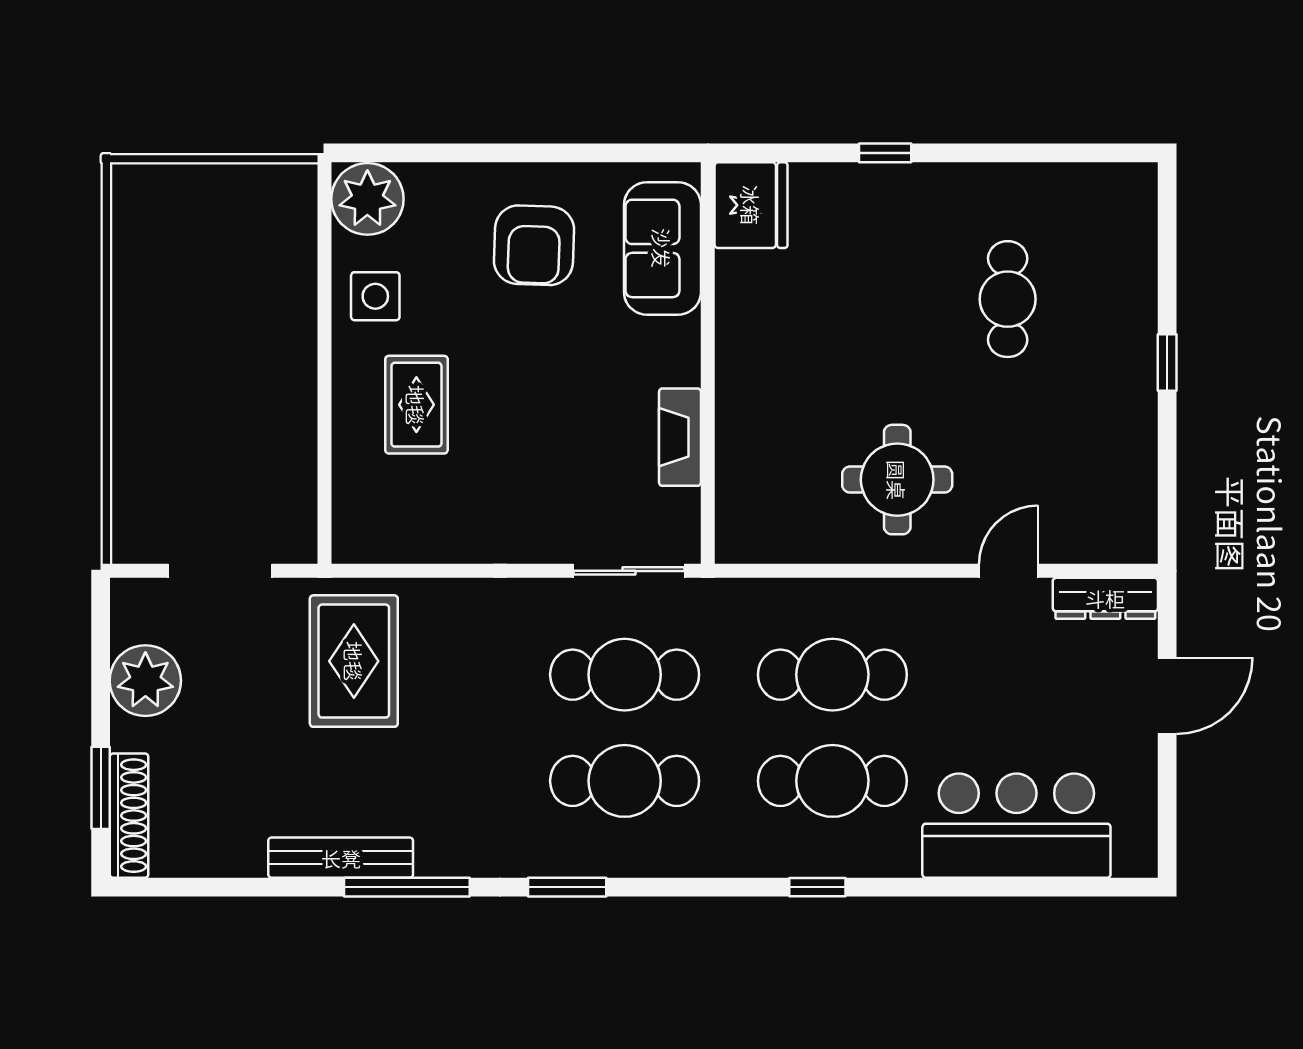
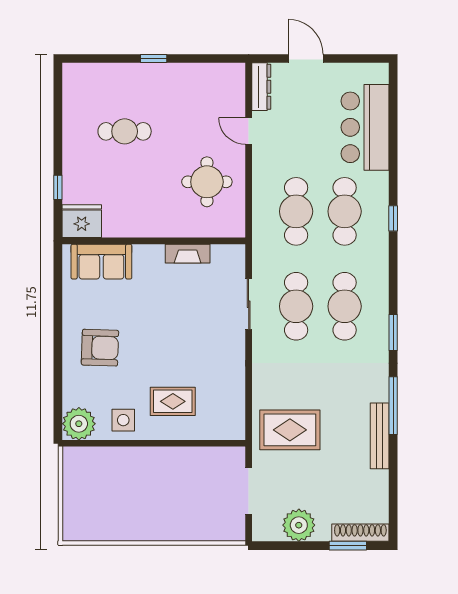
fridge: (751, 205) -> (82, 221), moved
sofa: (662, 248) -> (101, 262), moved
wall: (708, 363) -> (154, 241), moved
fireplace: (680, 437) -> (188, 254), moved

